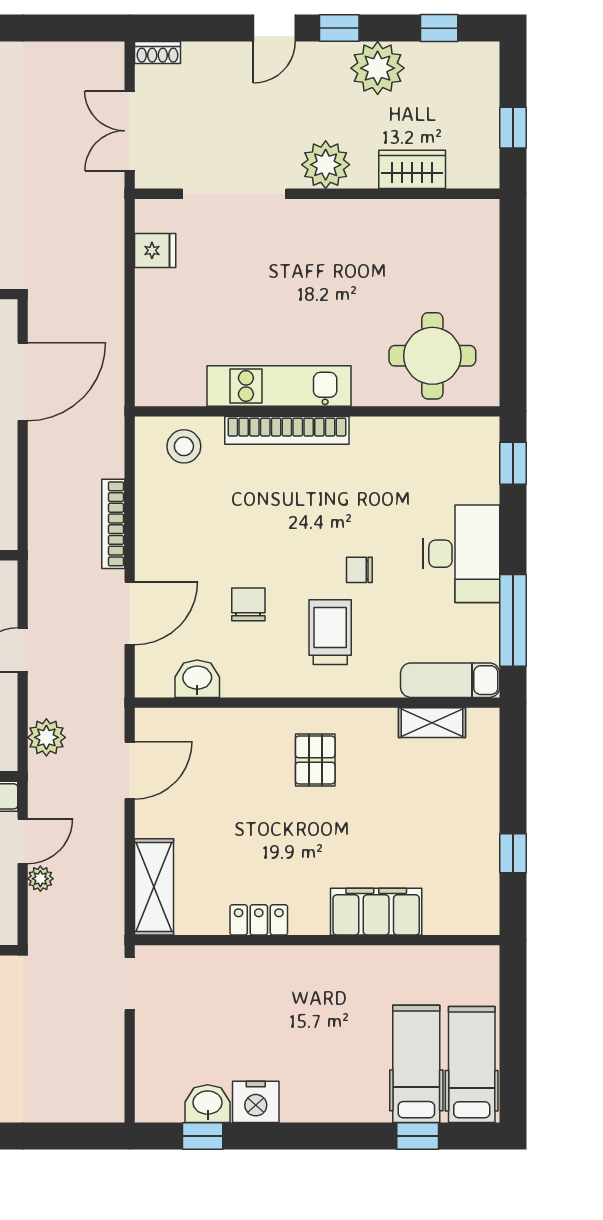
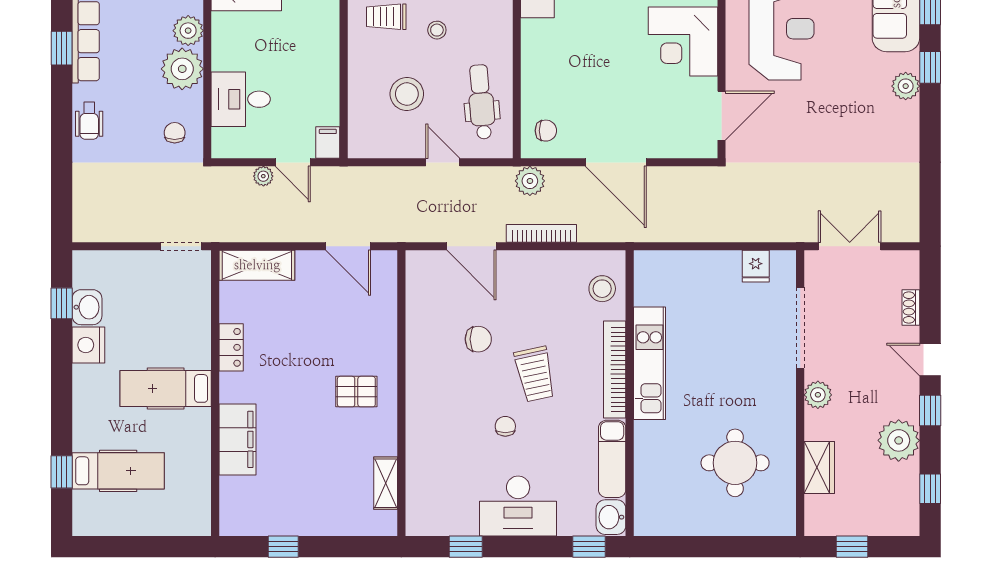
shoe rack: (158, 53) -> (911, 308), moved
plant: (326, 165) -> (818, 395), width x0.73, depth x0.73
round table: (432, 356) -> (735, 463), moved
door: (23, 382) -> (616, 162), moved
window: (513, 620) -> (466, 547), width x0.46
trolley: (330, 632) -> (535, 374), moved, turned 78
washbasin: (197, 679) -> (611, 517), moved, turned 180
exam couch: (450, 680) -> (612, 459), moved, turned 180
plant: (46, 737) -> (530, 181), moved
hospital bed: (472, 1065) -> (166, 388), moved, turned 180

